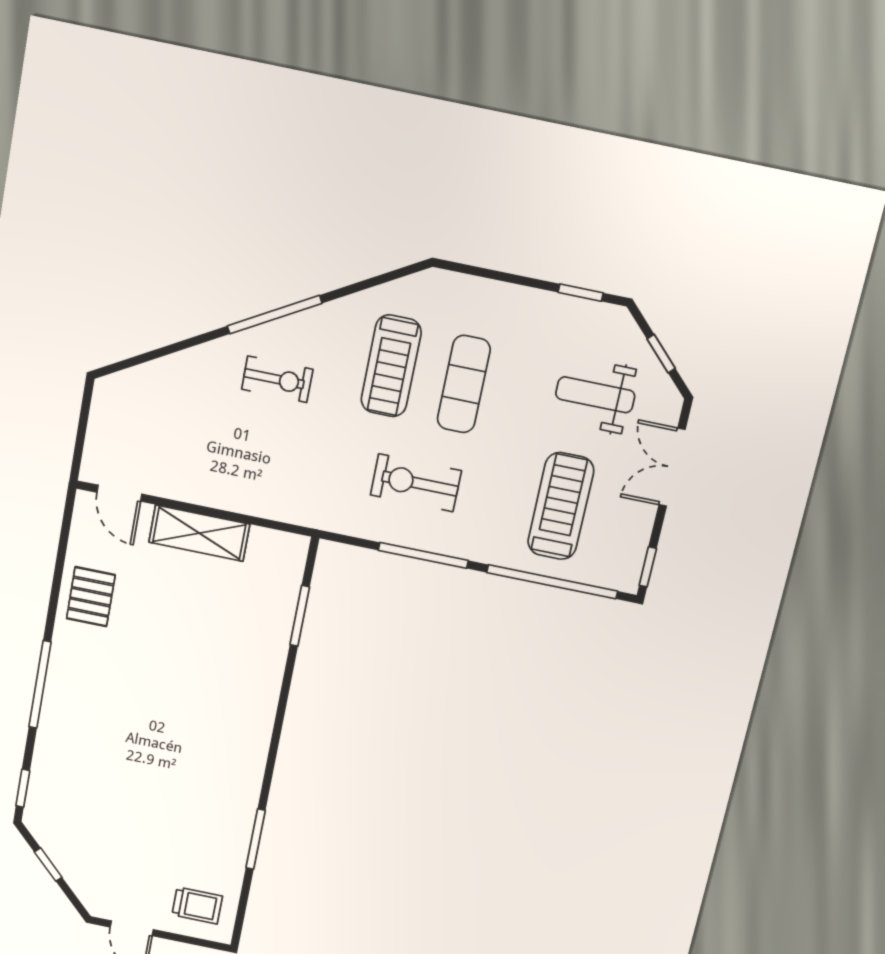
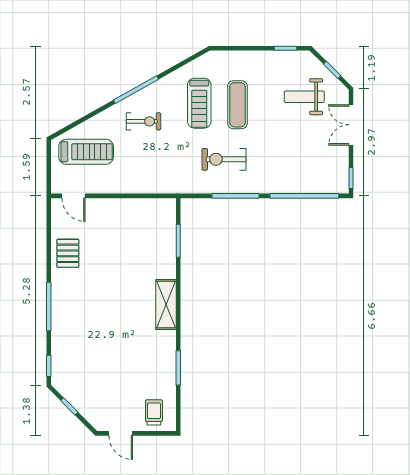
treadmill: (561, 506) -> (86, 152), moved, turned 90
shelving: (199, 533) -> (166, 305), moved, turned 90
trolley: (197, 906) -> (154, 412), turned -90

